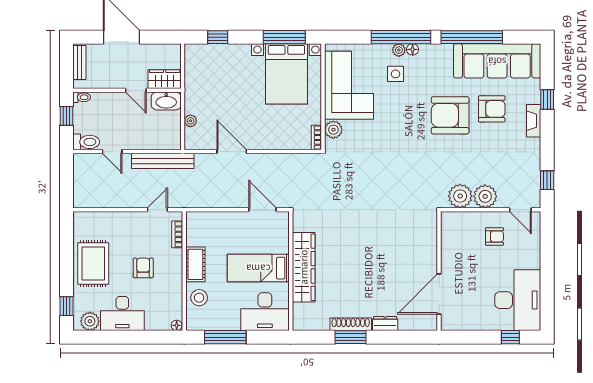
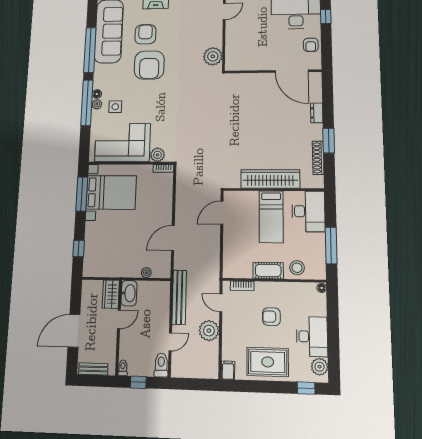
plant: (485, 196) -> (209, 331), moved
filing cabinet: (83, 219) -> (228, 370), added
armchair: (494, 237) -> (311, 45), moved, turned 180
shoe rack: (351, 324) -> (318, 158), moved

